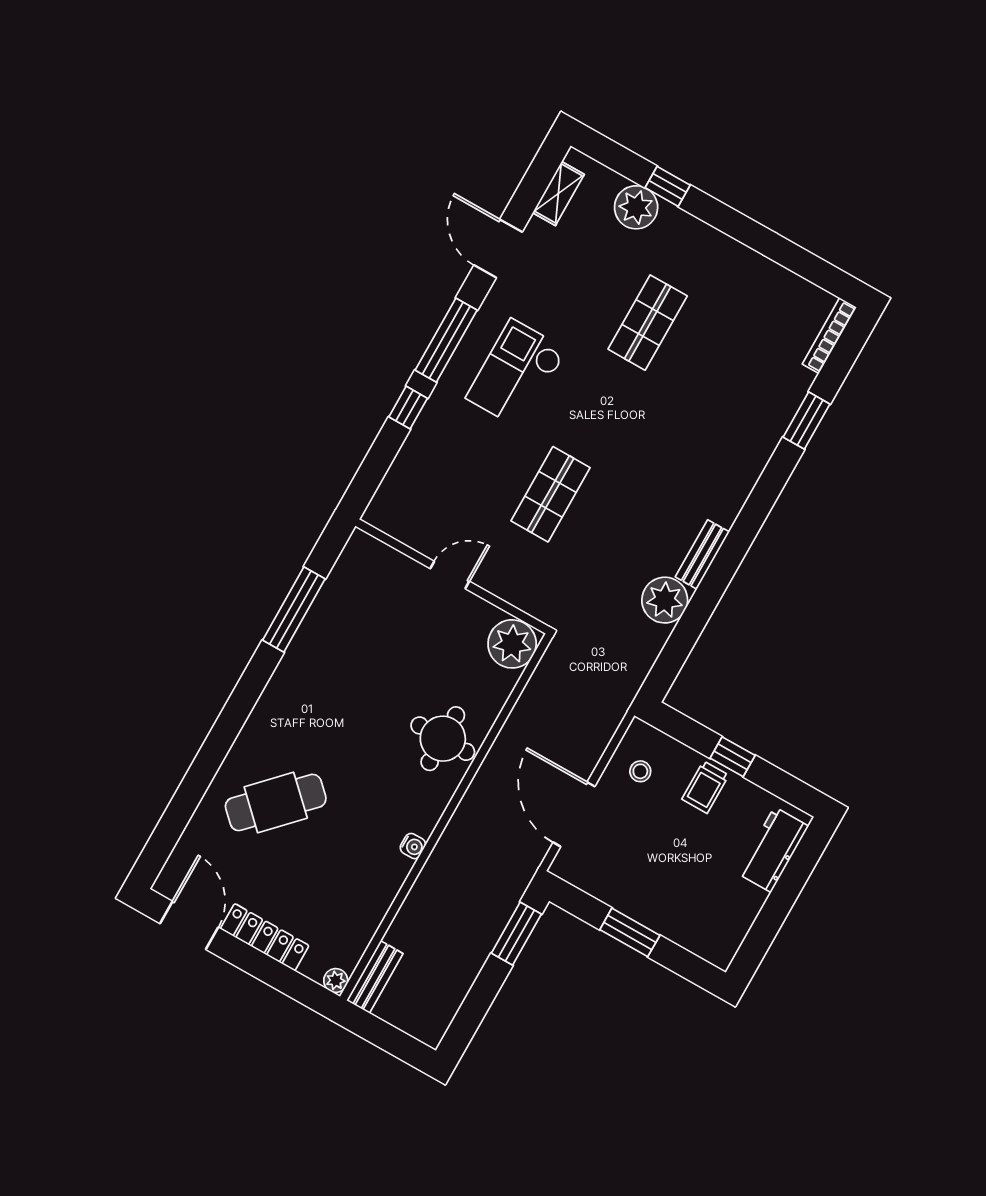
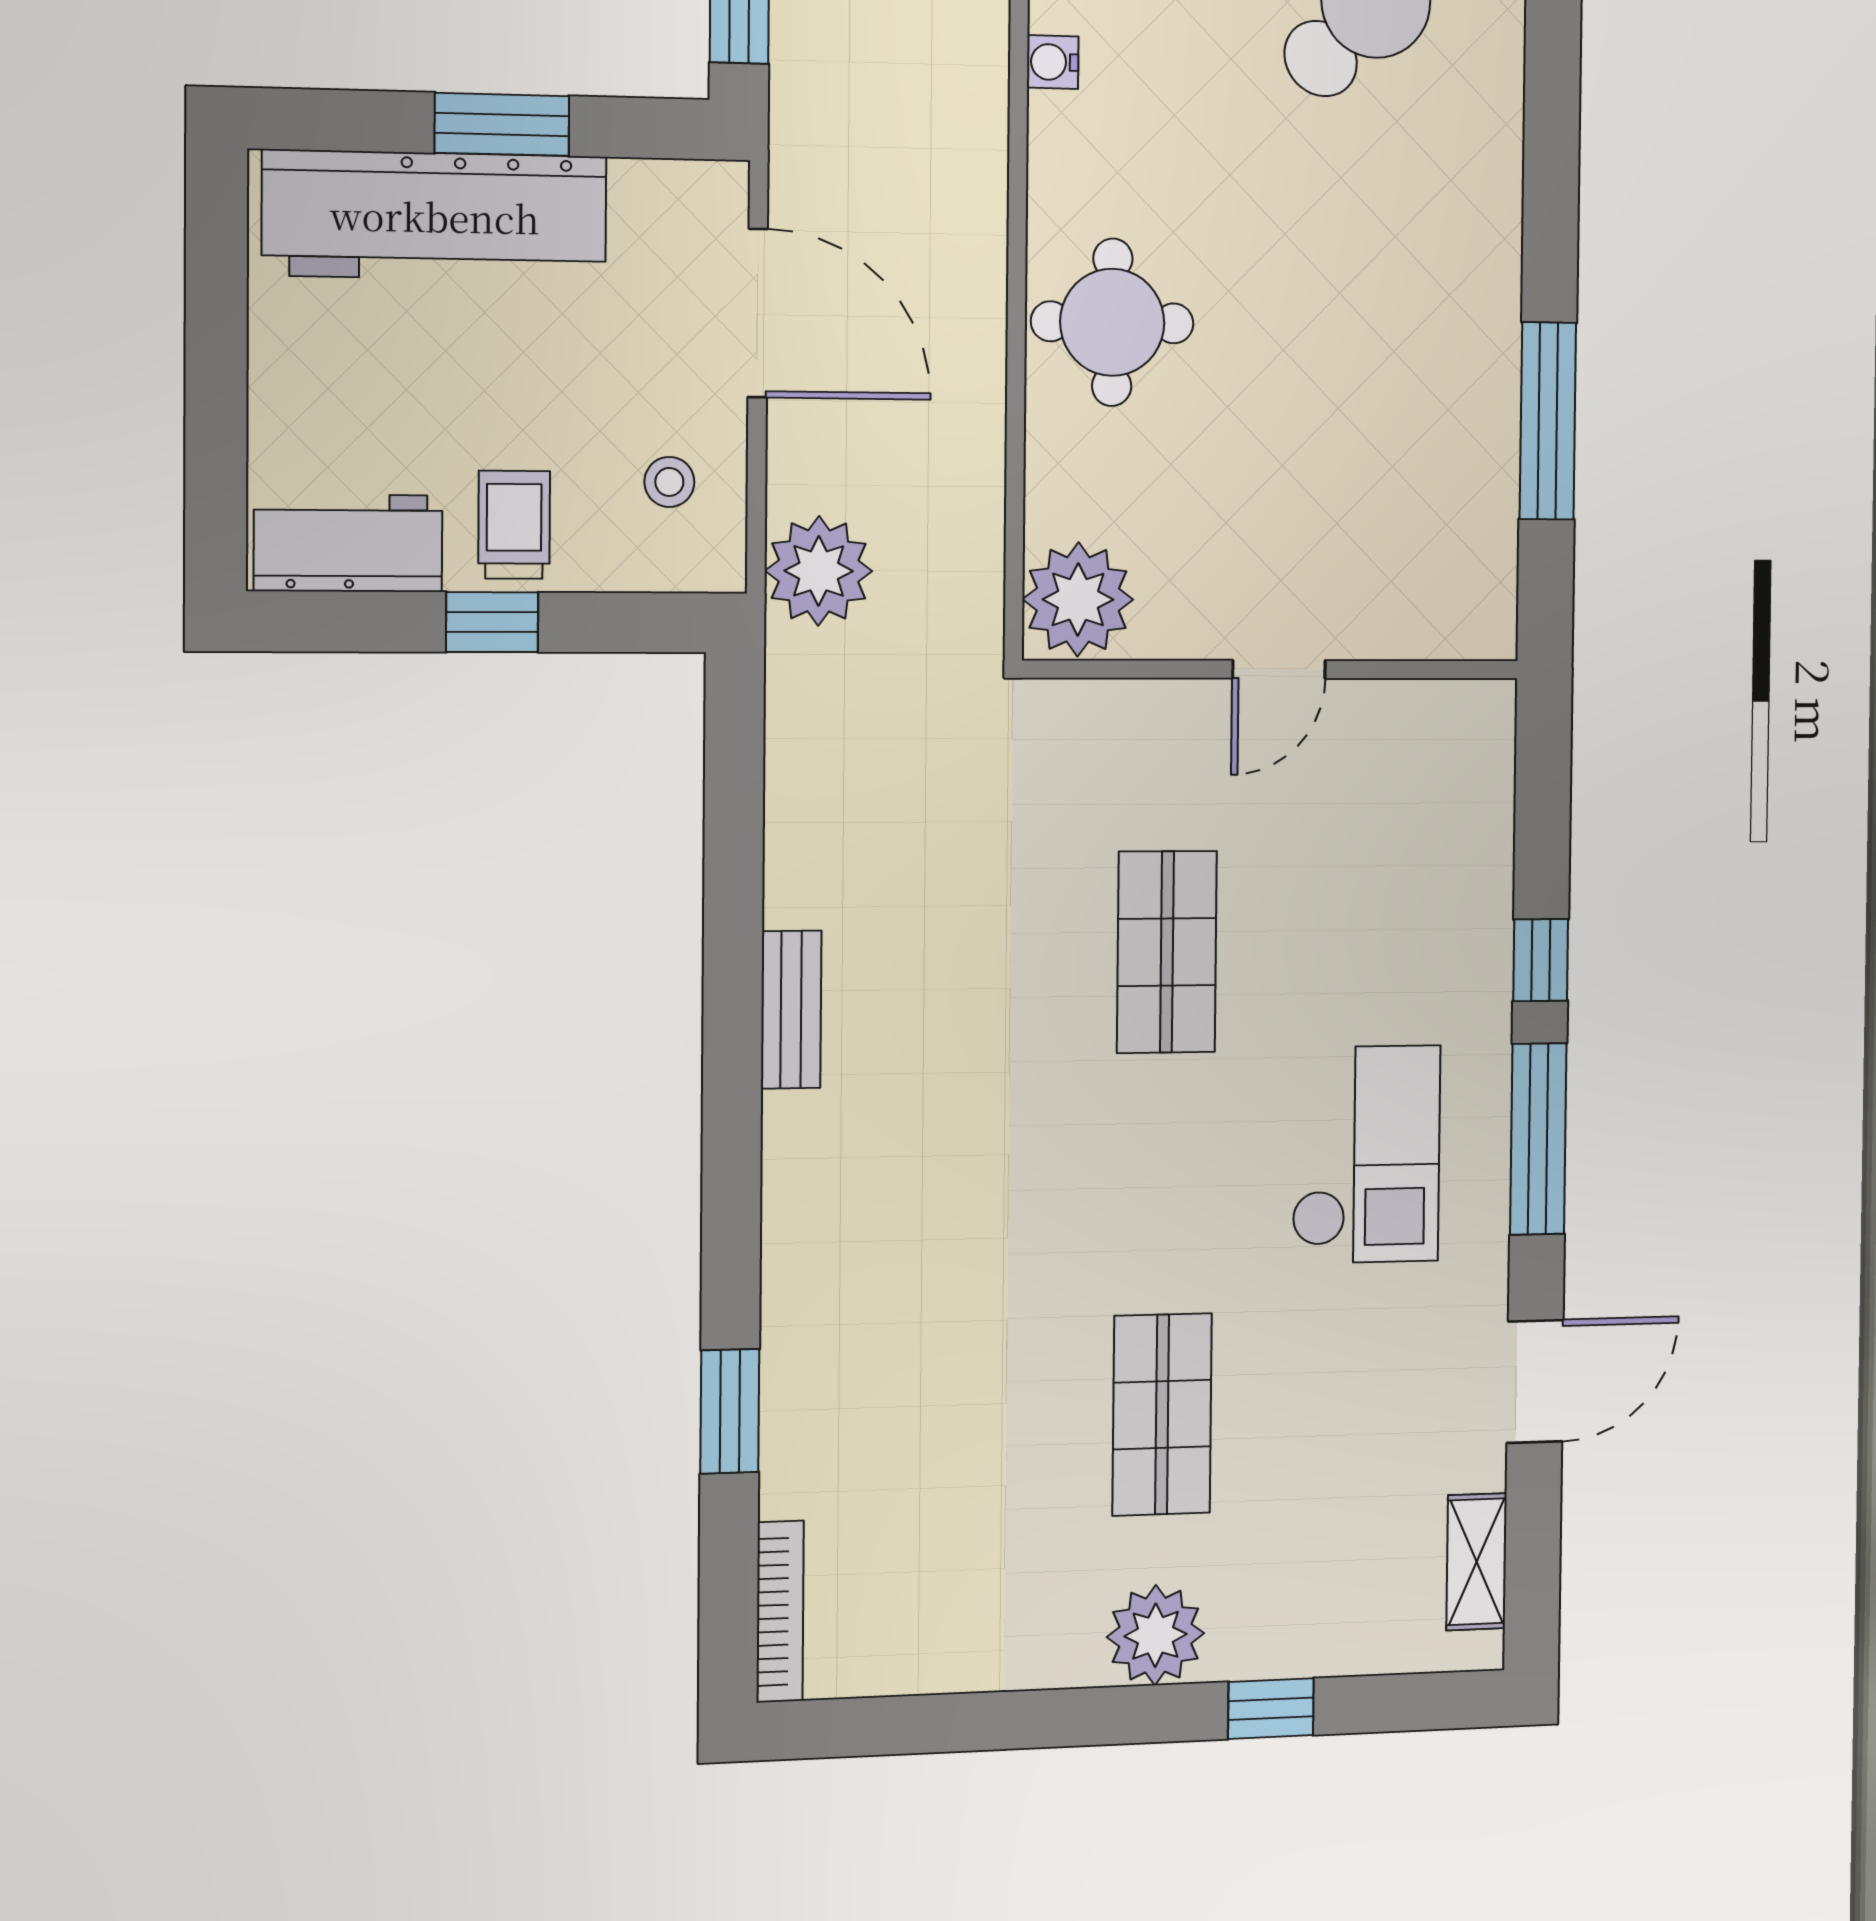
plant: (636, 207) -> (1155, 1635), moved
door: (498, 249) -> (1535, 1381), hinge flipped
plant: (665, 600) -> (819, 571), moved
workbench: (773, 850) -> (348, 543), moved, turned -90
workbench: (672, 913) -> (435, 216), added

